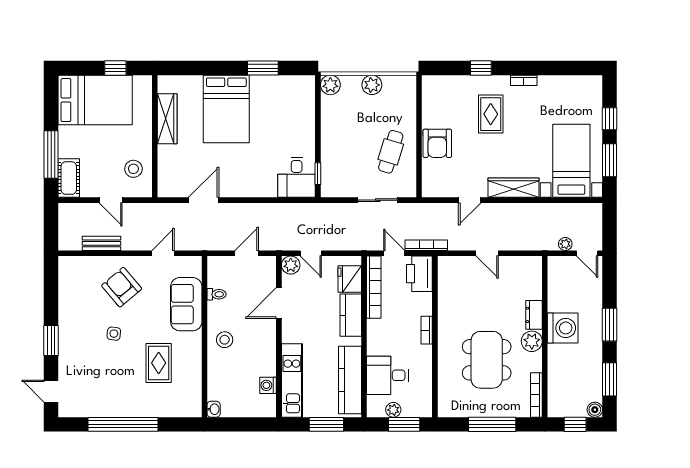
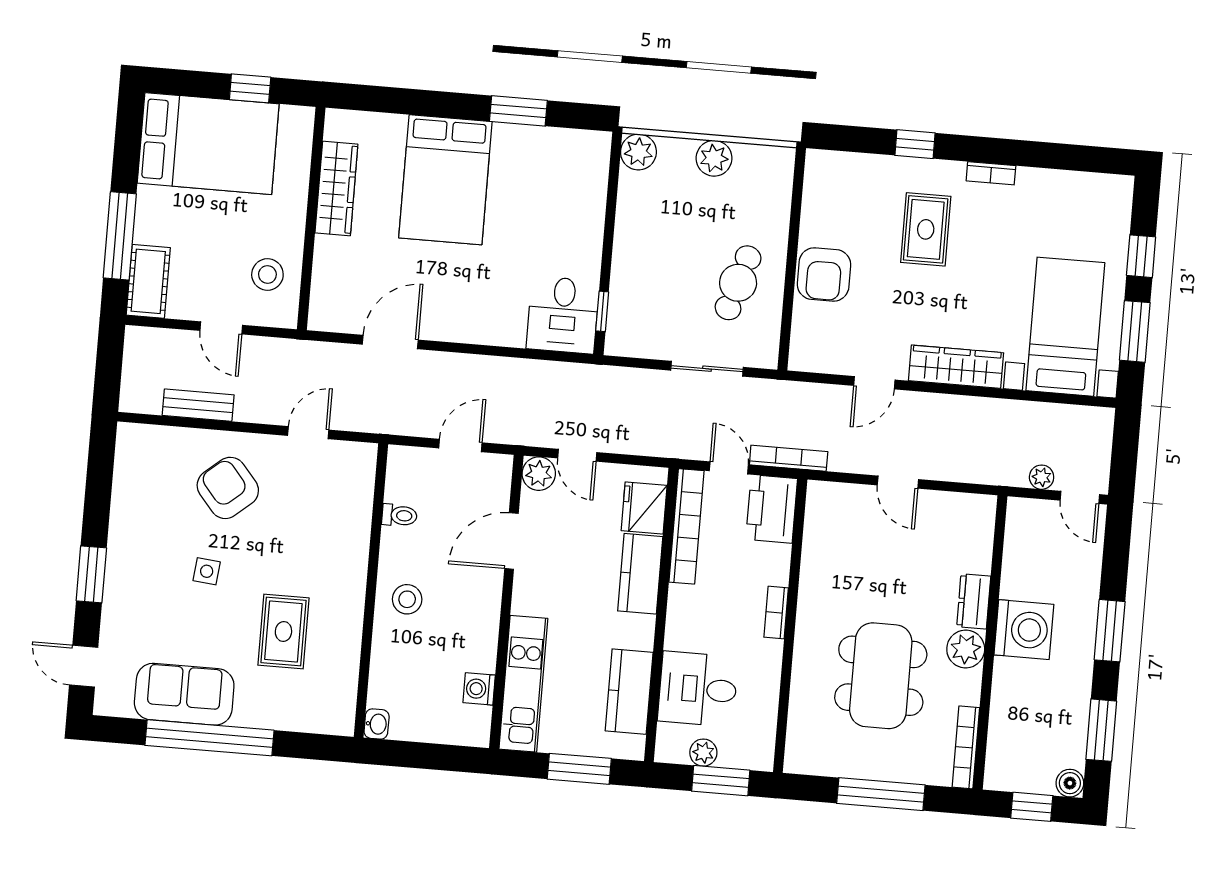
sofa: (186, 304) -> (184, 694), moved, turned 90
kitchen counter: (350, 380) -> (629, 692), width x0.67

